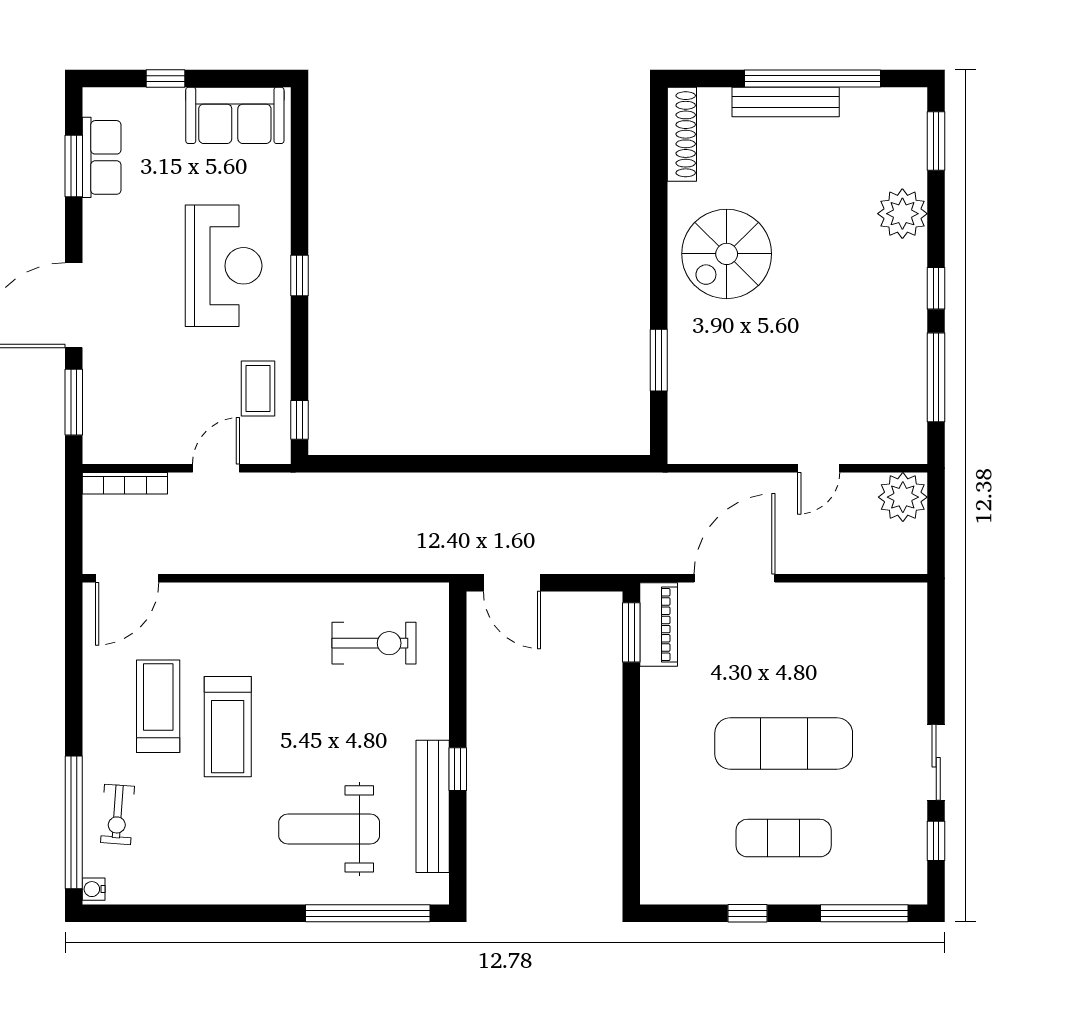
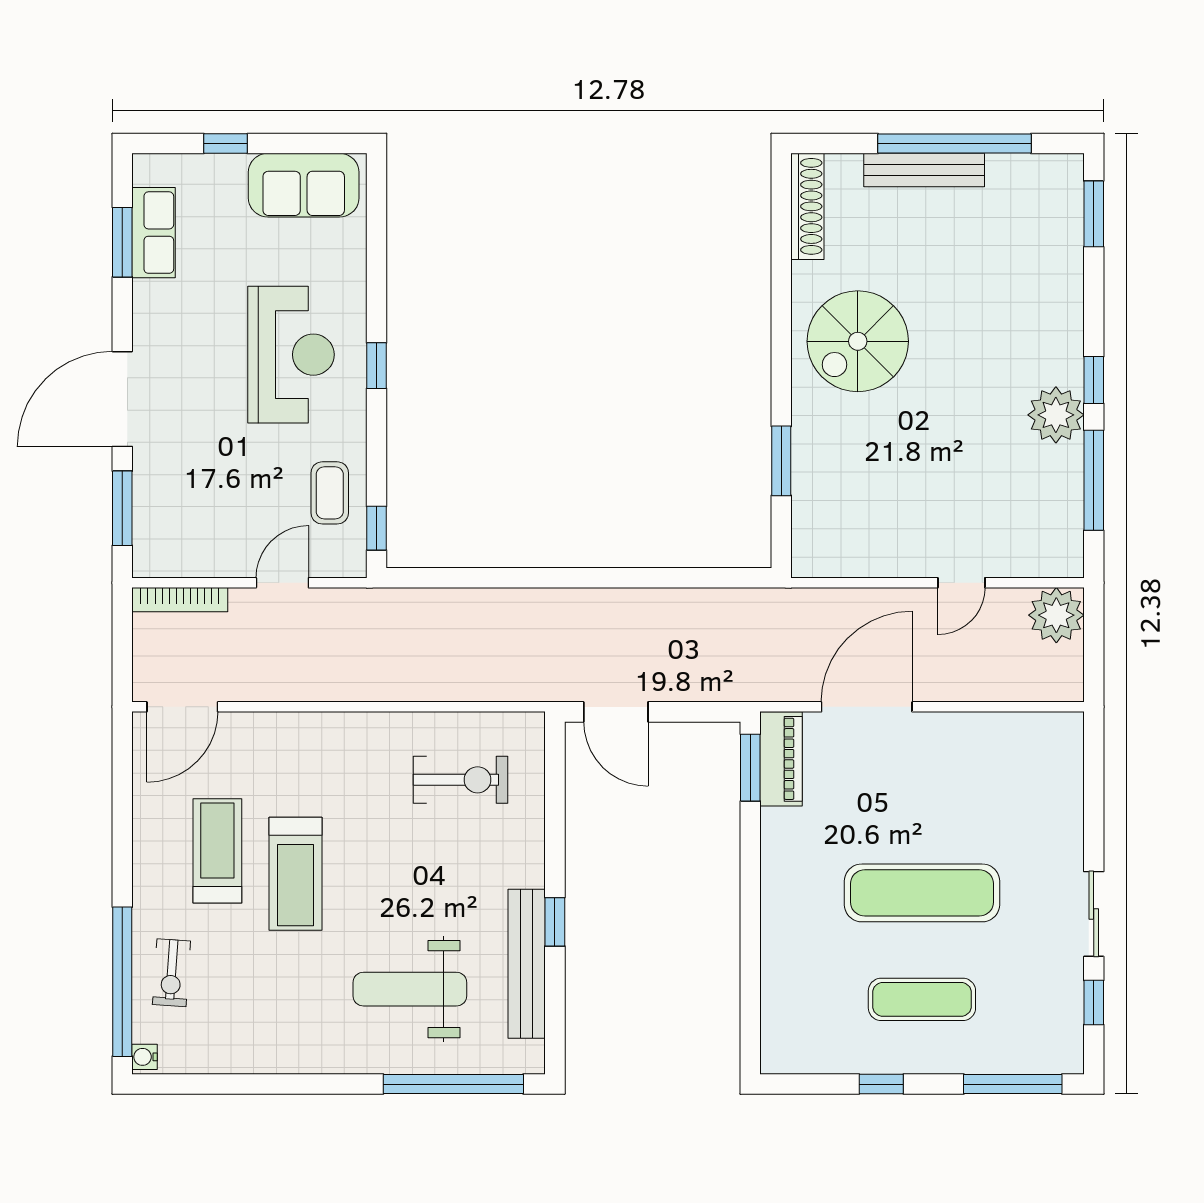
plant: (902, 214) -> (1056, 415), moved

